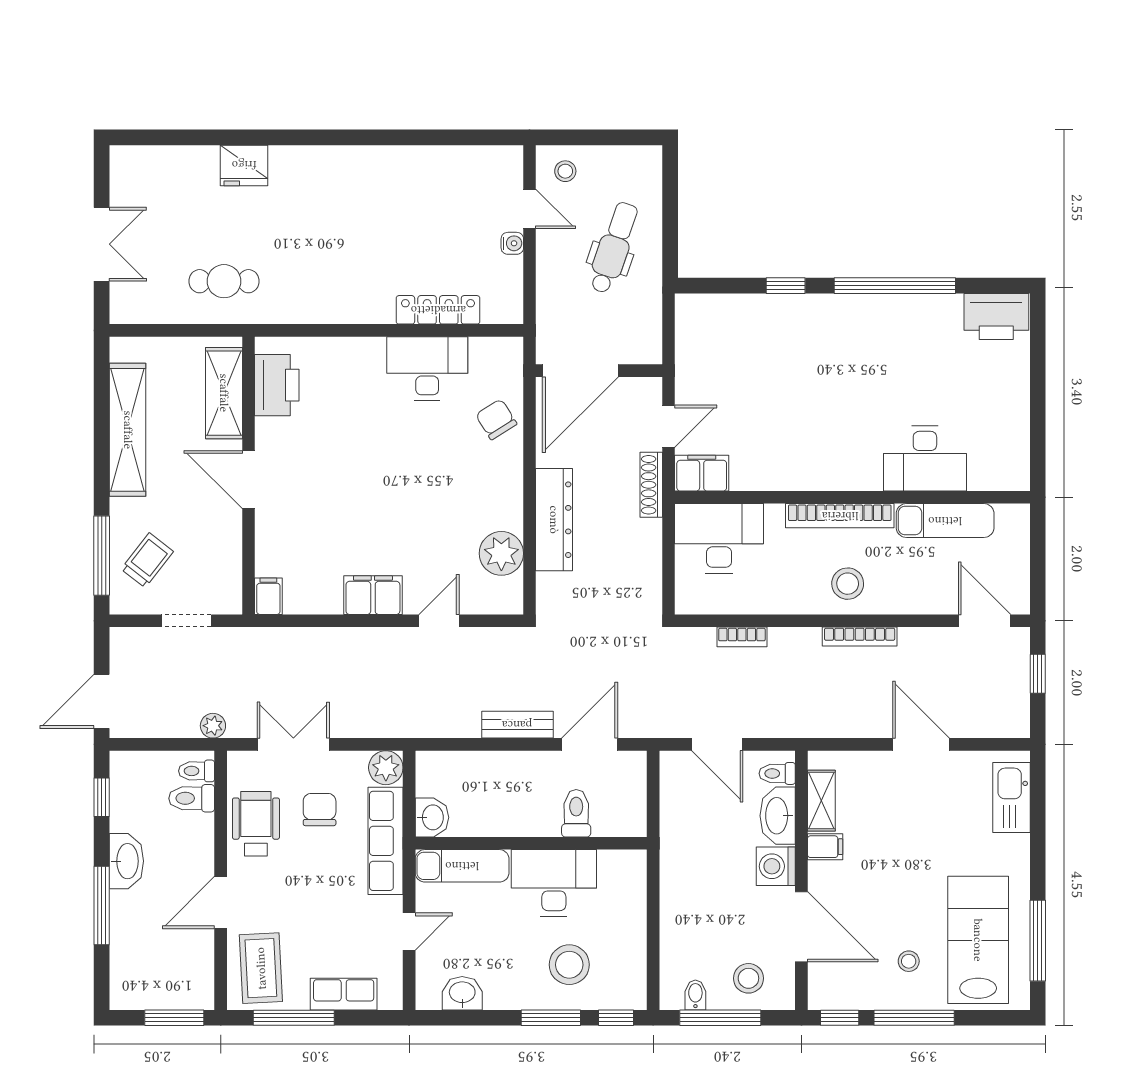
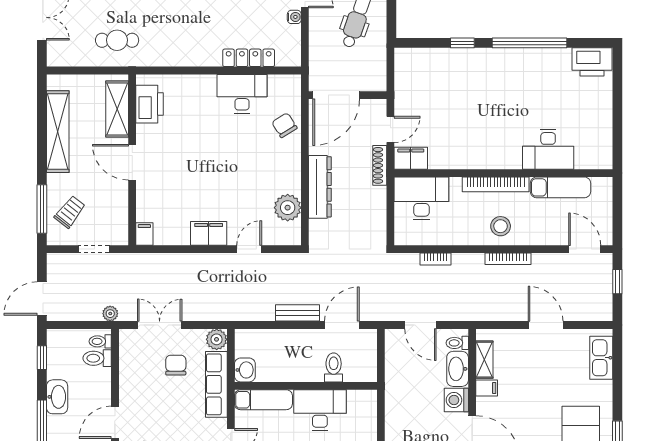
wheelchair: (256, 824) -> (137, 374), removed

